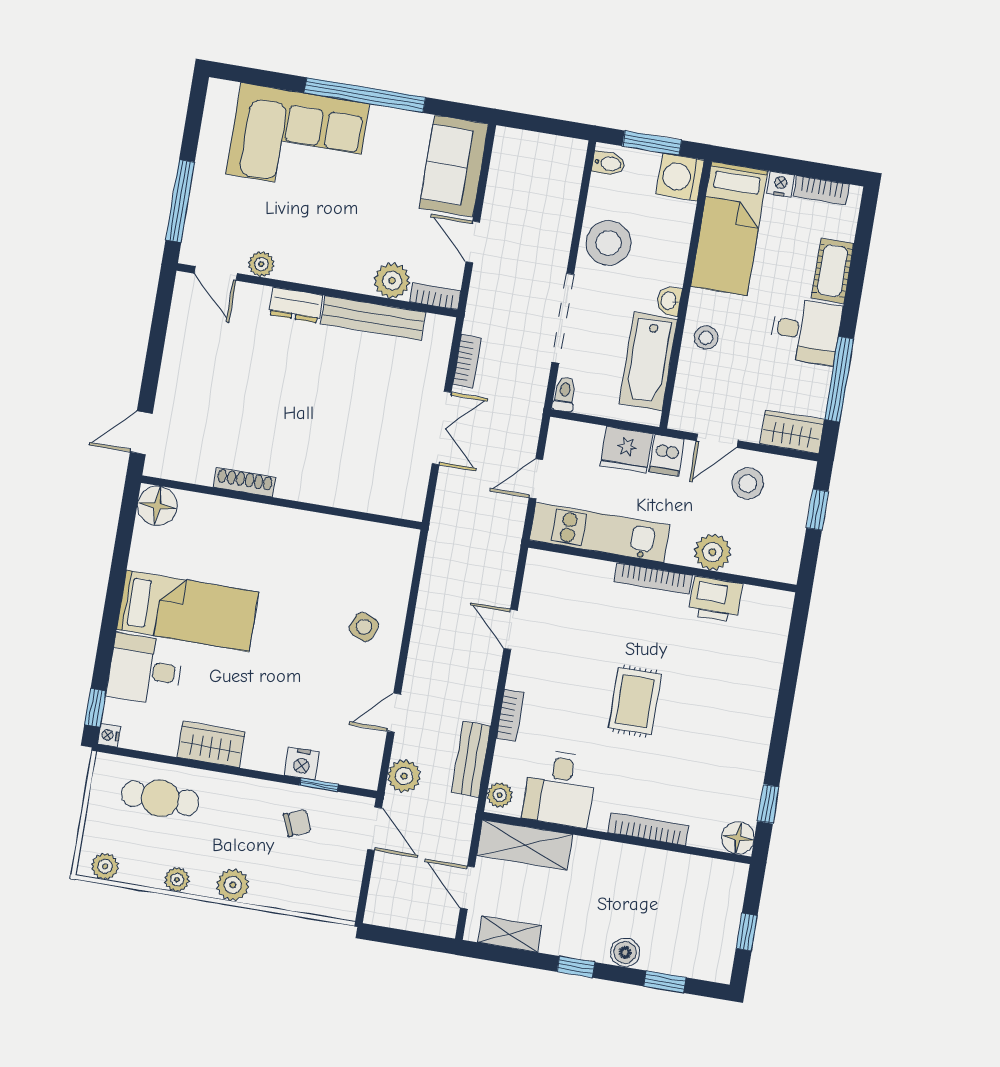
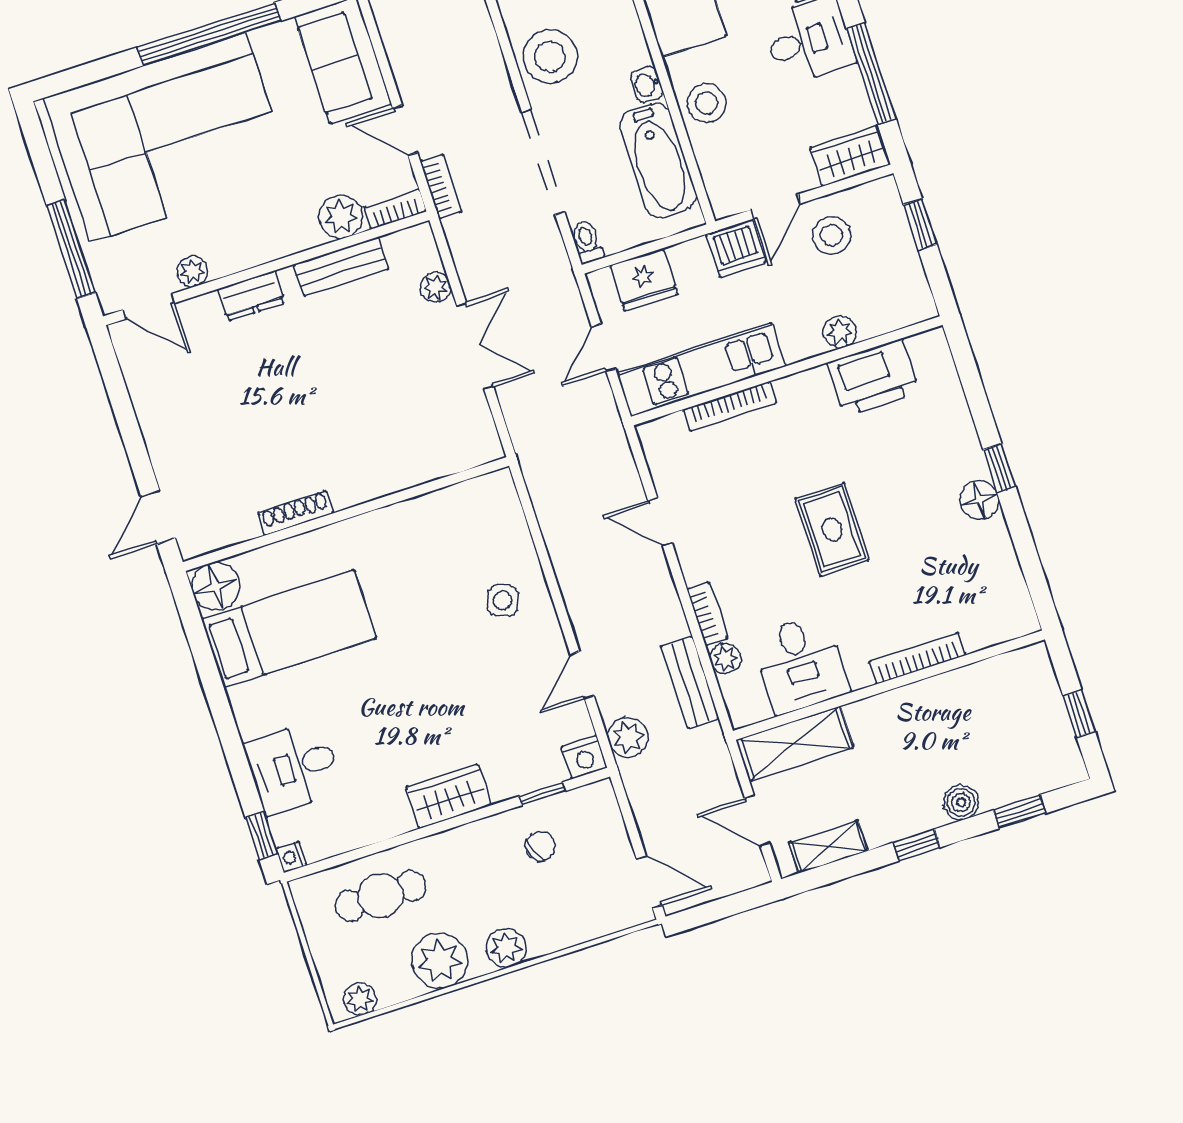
corner sofa: (298, 139) -> (168, 137), width x1.36, depth x1.36
bench: (373, 318) -> (341, 267), width x0.73
stool: (706, 338) -> (707, 103), width x1.37, depth x1.37
bookcase: (467, 361) -> (441, 186), moved
plant: (435, 369) -> (435, 287), added
fridge: (626, 450) -> (644, 280), moved
dishwasher: (667, 455) -> (736, 248), width x1.38
plant: (712, 552) -> (840, 332), width x0.73, depth x0.73
bookcase: (653, 579) -> (730, 406), moved
printer: (715, 599) -> (873, 378), width x1.37, depth x1.19
bed: (188, 611) -> (289, 629), moved
wardrobe: (211, 744) -> (448, 796), moved
nightstand: (302, 764) -> (584, 757), moved
plant: (500, 795) -> (725, 658), moved
window: (768, 804) -> (999, 468), moved
door: (375, 829) -> (649, 882), moved
floor lamp: (738, 838) -> (979, 500), moved
plant: (177, 880) -> (440, 961), width x1.88, depth x1.88

